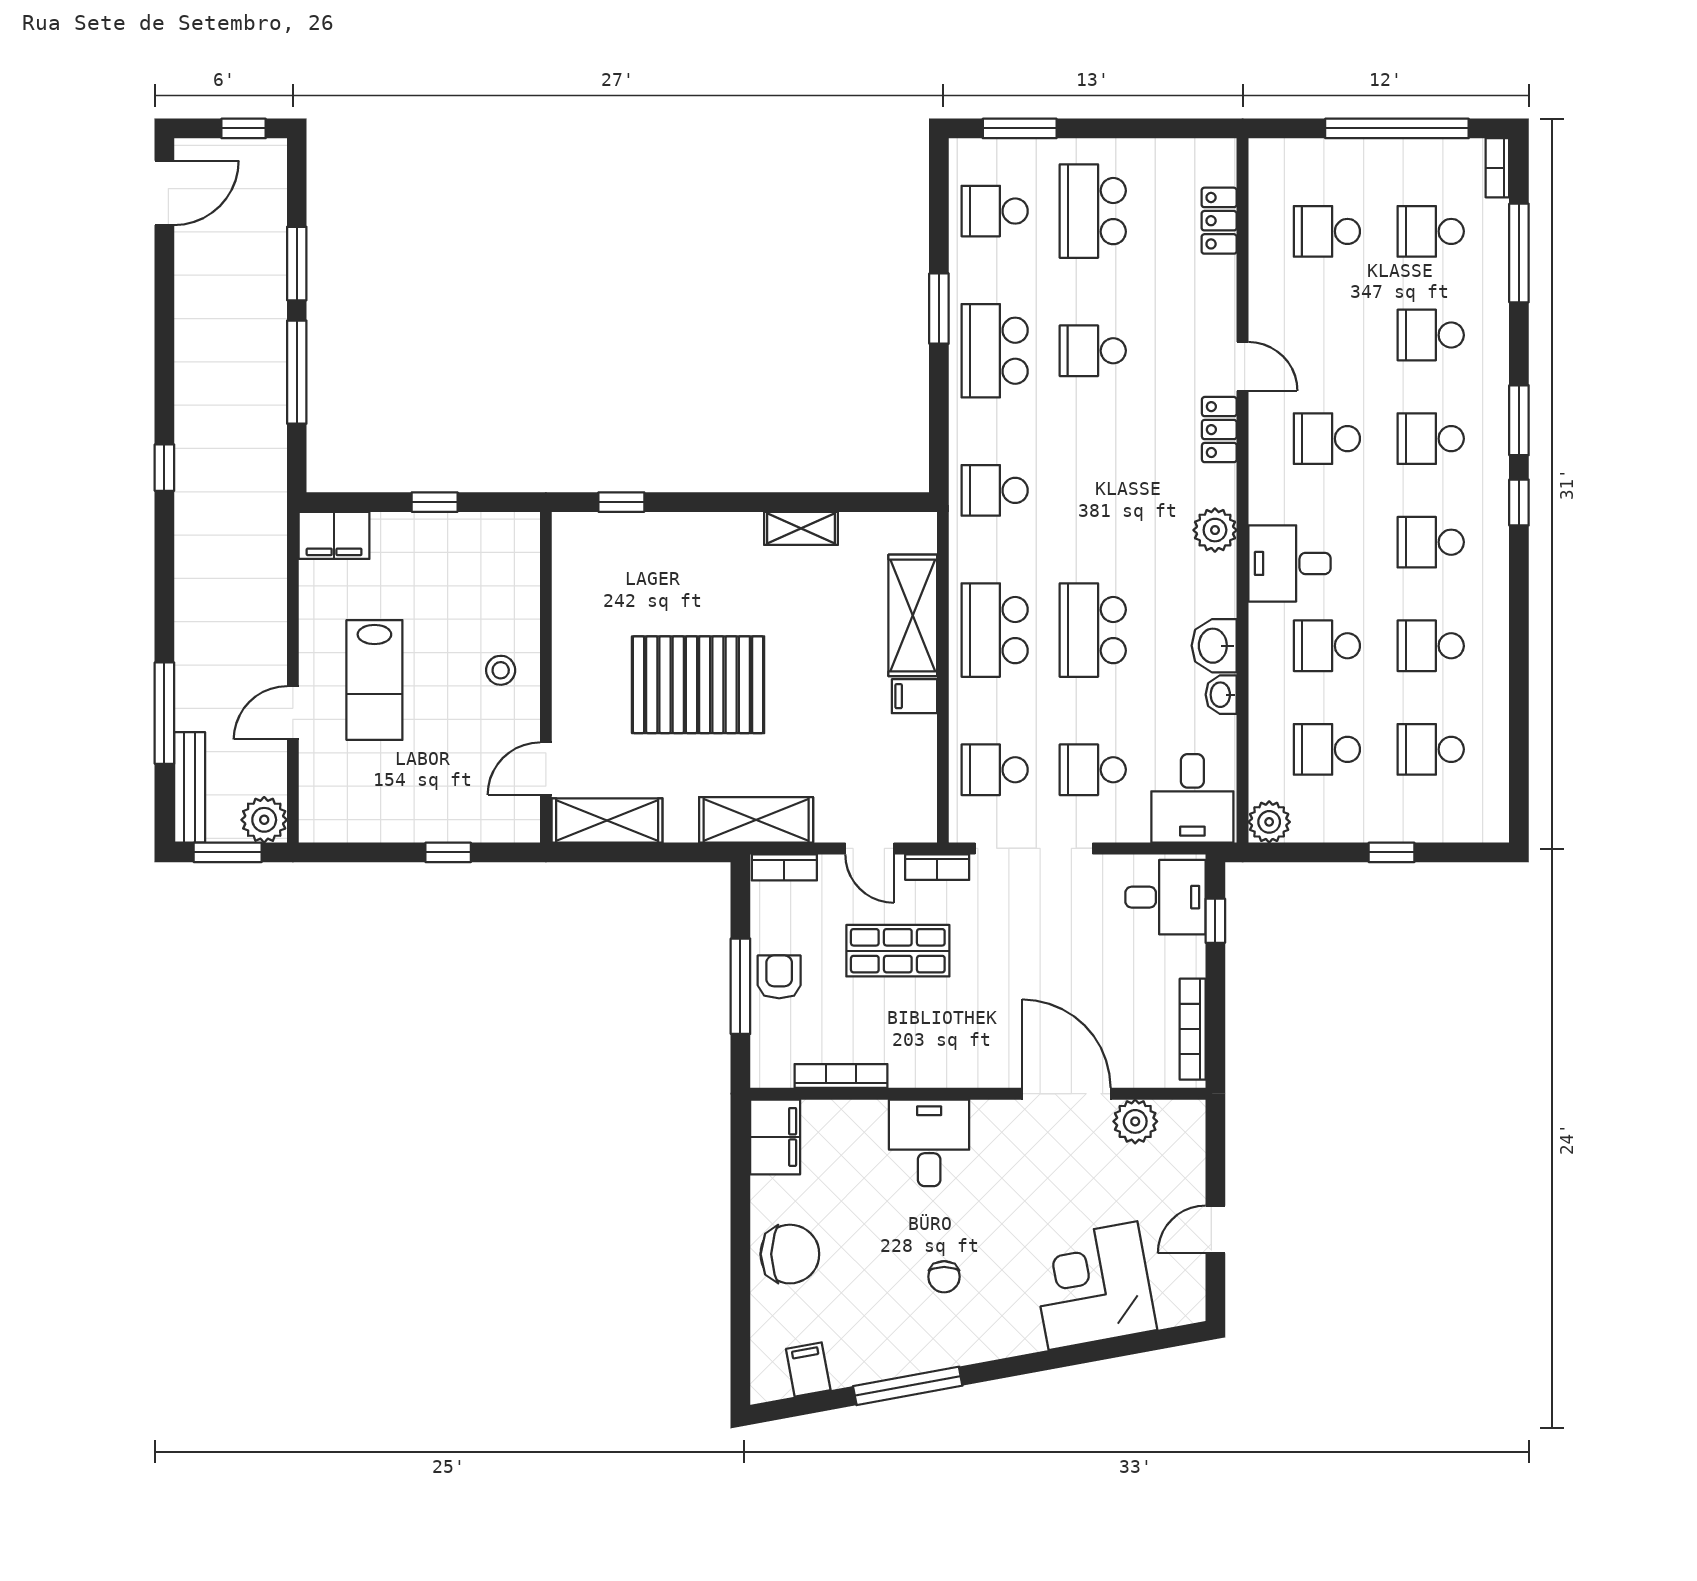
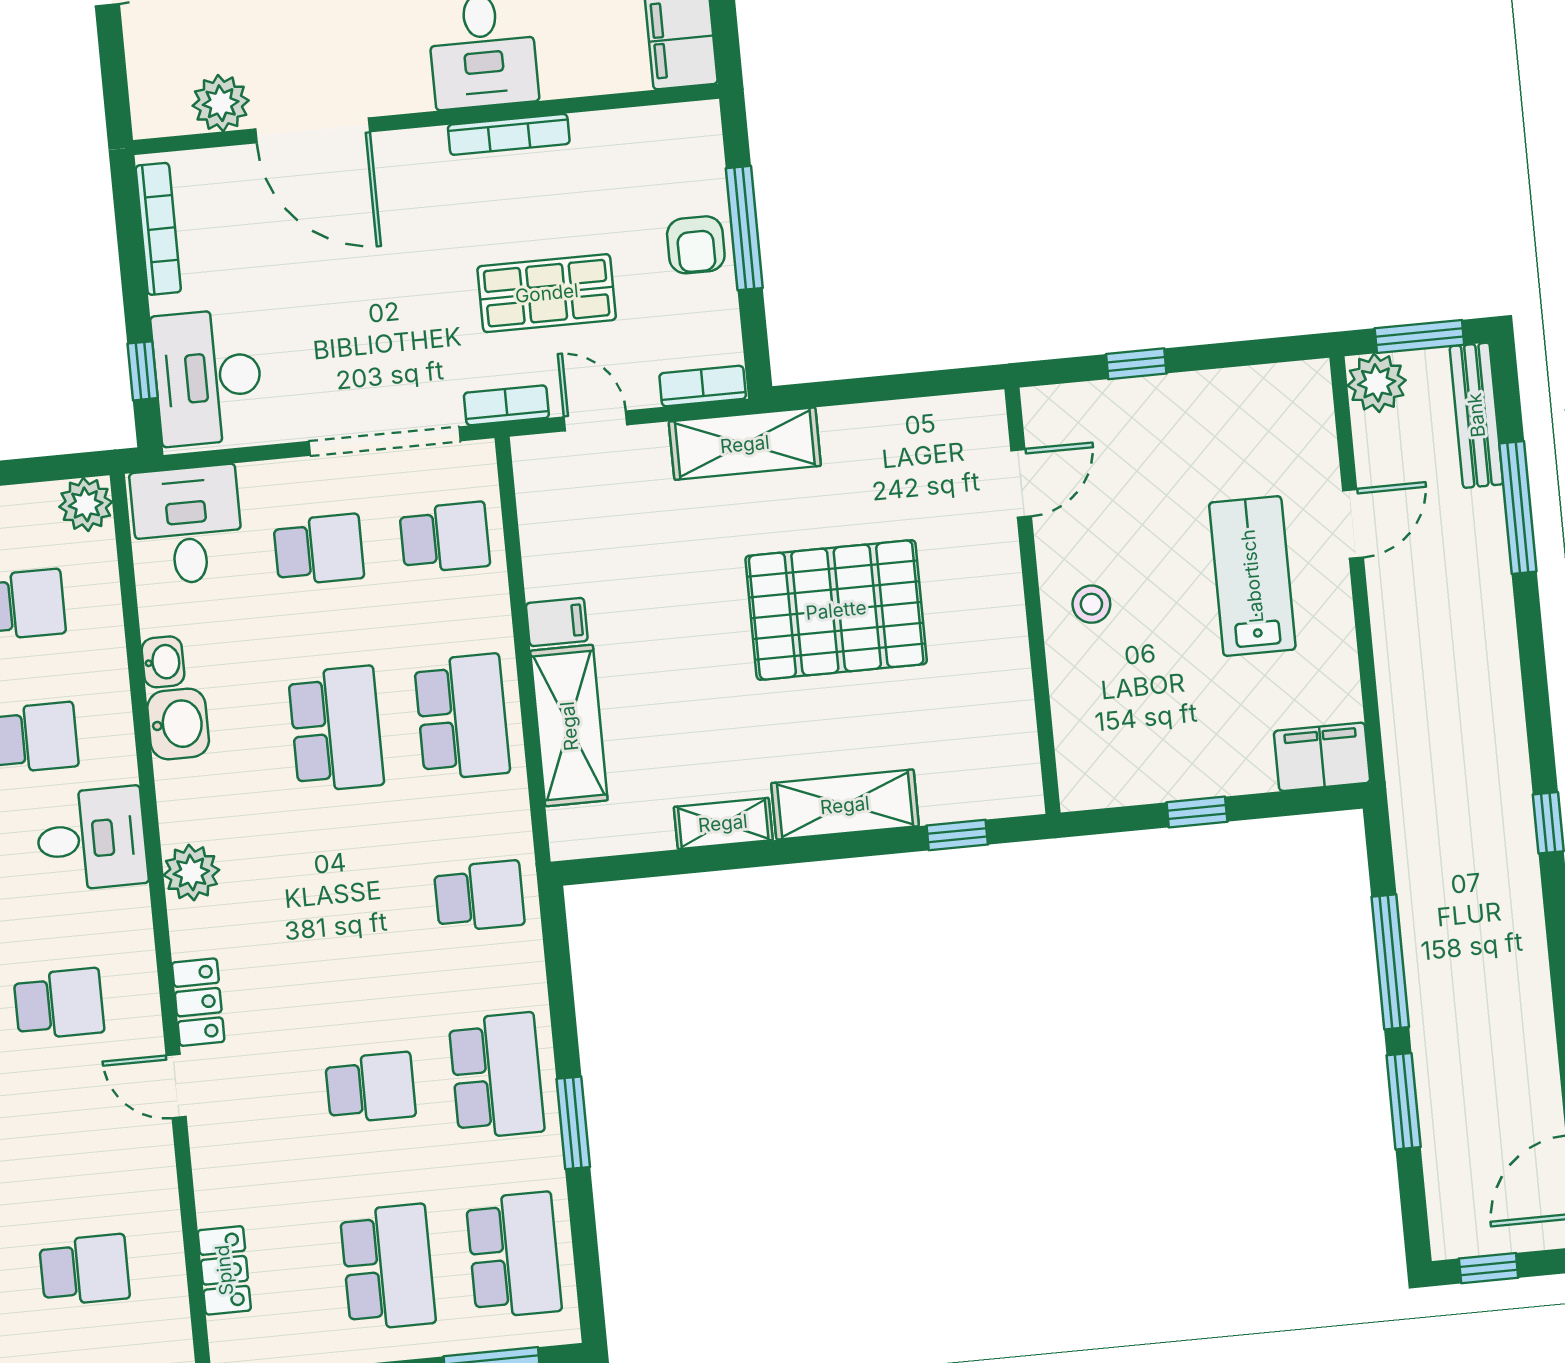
school desk: (995, 211) -> (514, 1255), width x1.85
shelving: (607, 820) -> (845, 805), moved
desk: (1165, 897) -> (208, 377), width x1.37
bookcase: (841, 1076) -> (509, 134), moved

